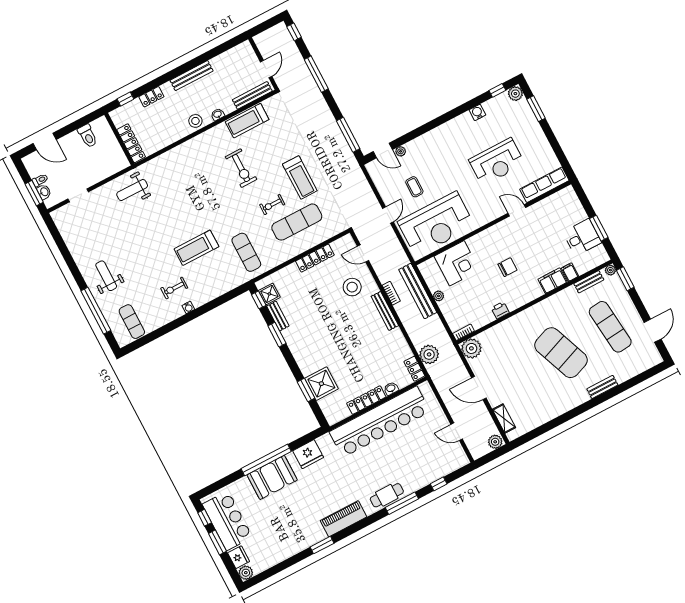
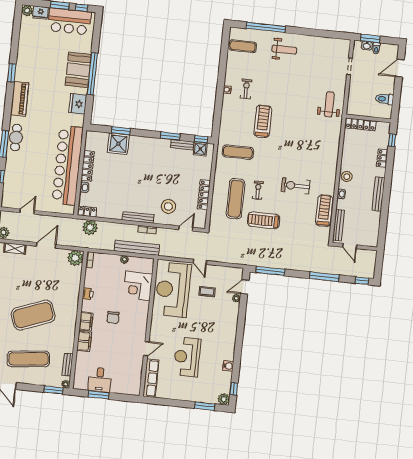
filing cabinet: (570, 272) -> (86, 321), moved, width x2.00

